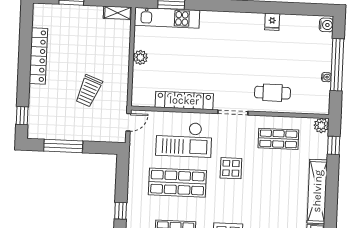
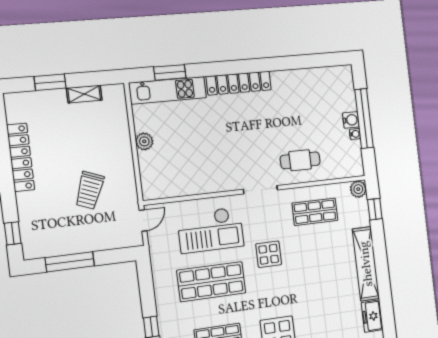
shelving: (118, 13) -> (84, 94), moved
fridge: (272, 22) -> (287, 79), removed
water cooler: (326, 25) -> (351, 120), moved
locker: (184, 100) -> (239, 83), moved, turned 180

